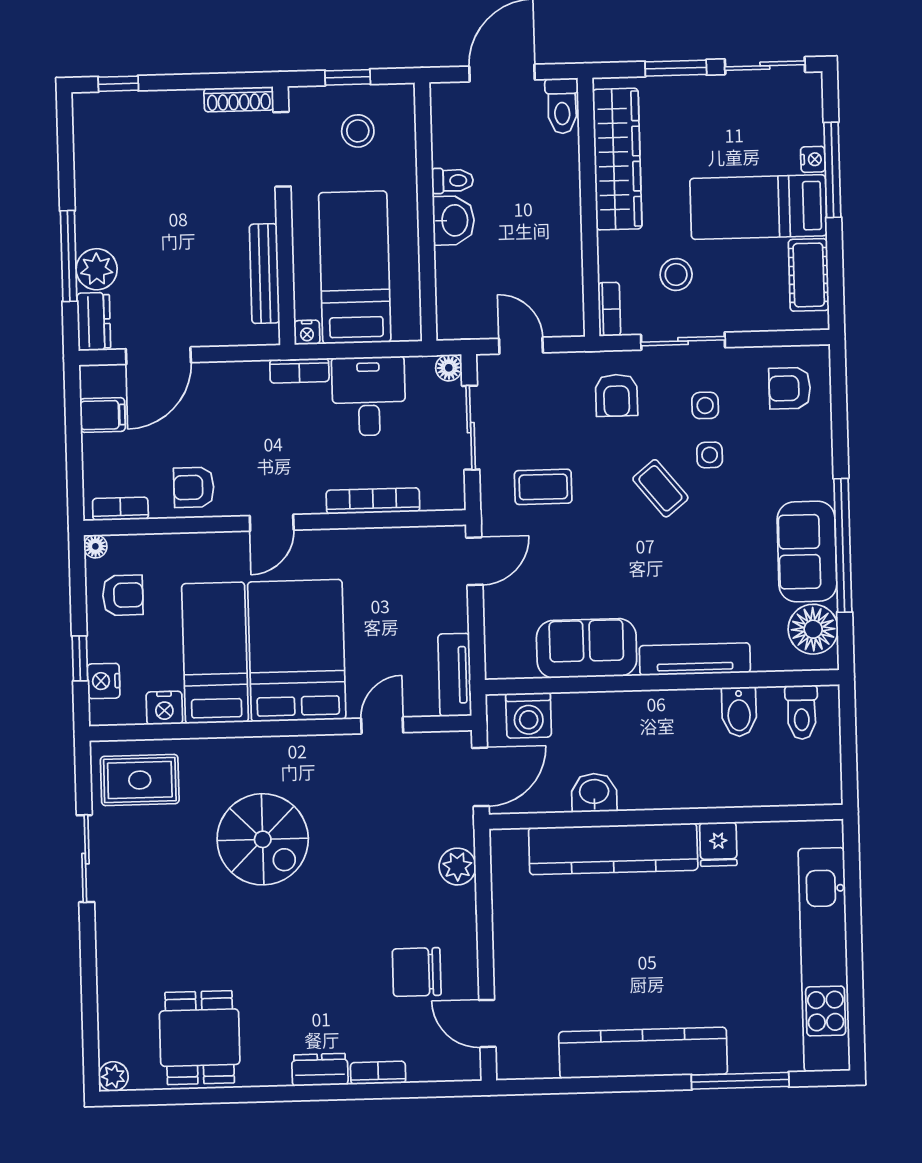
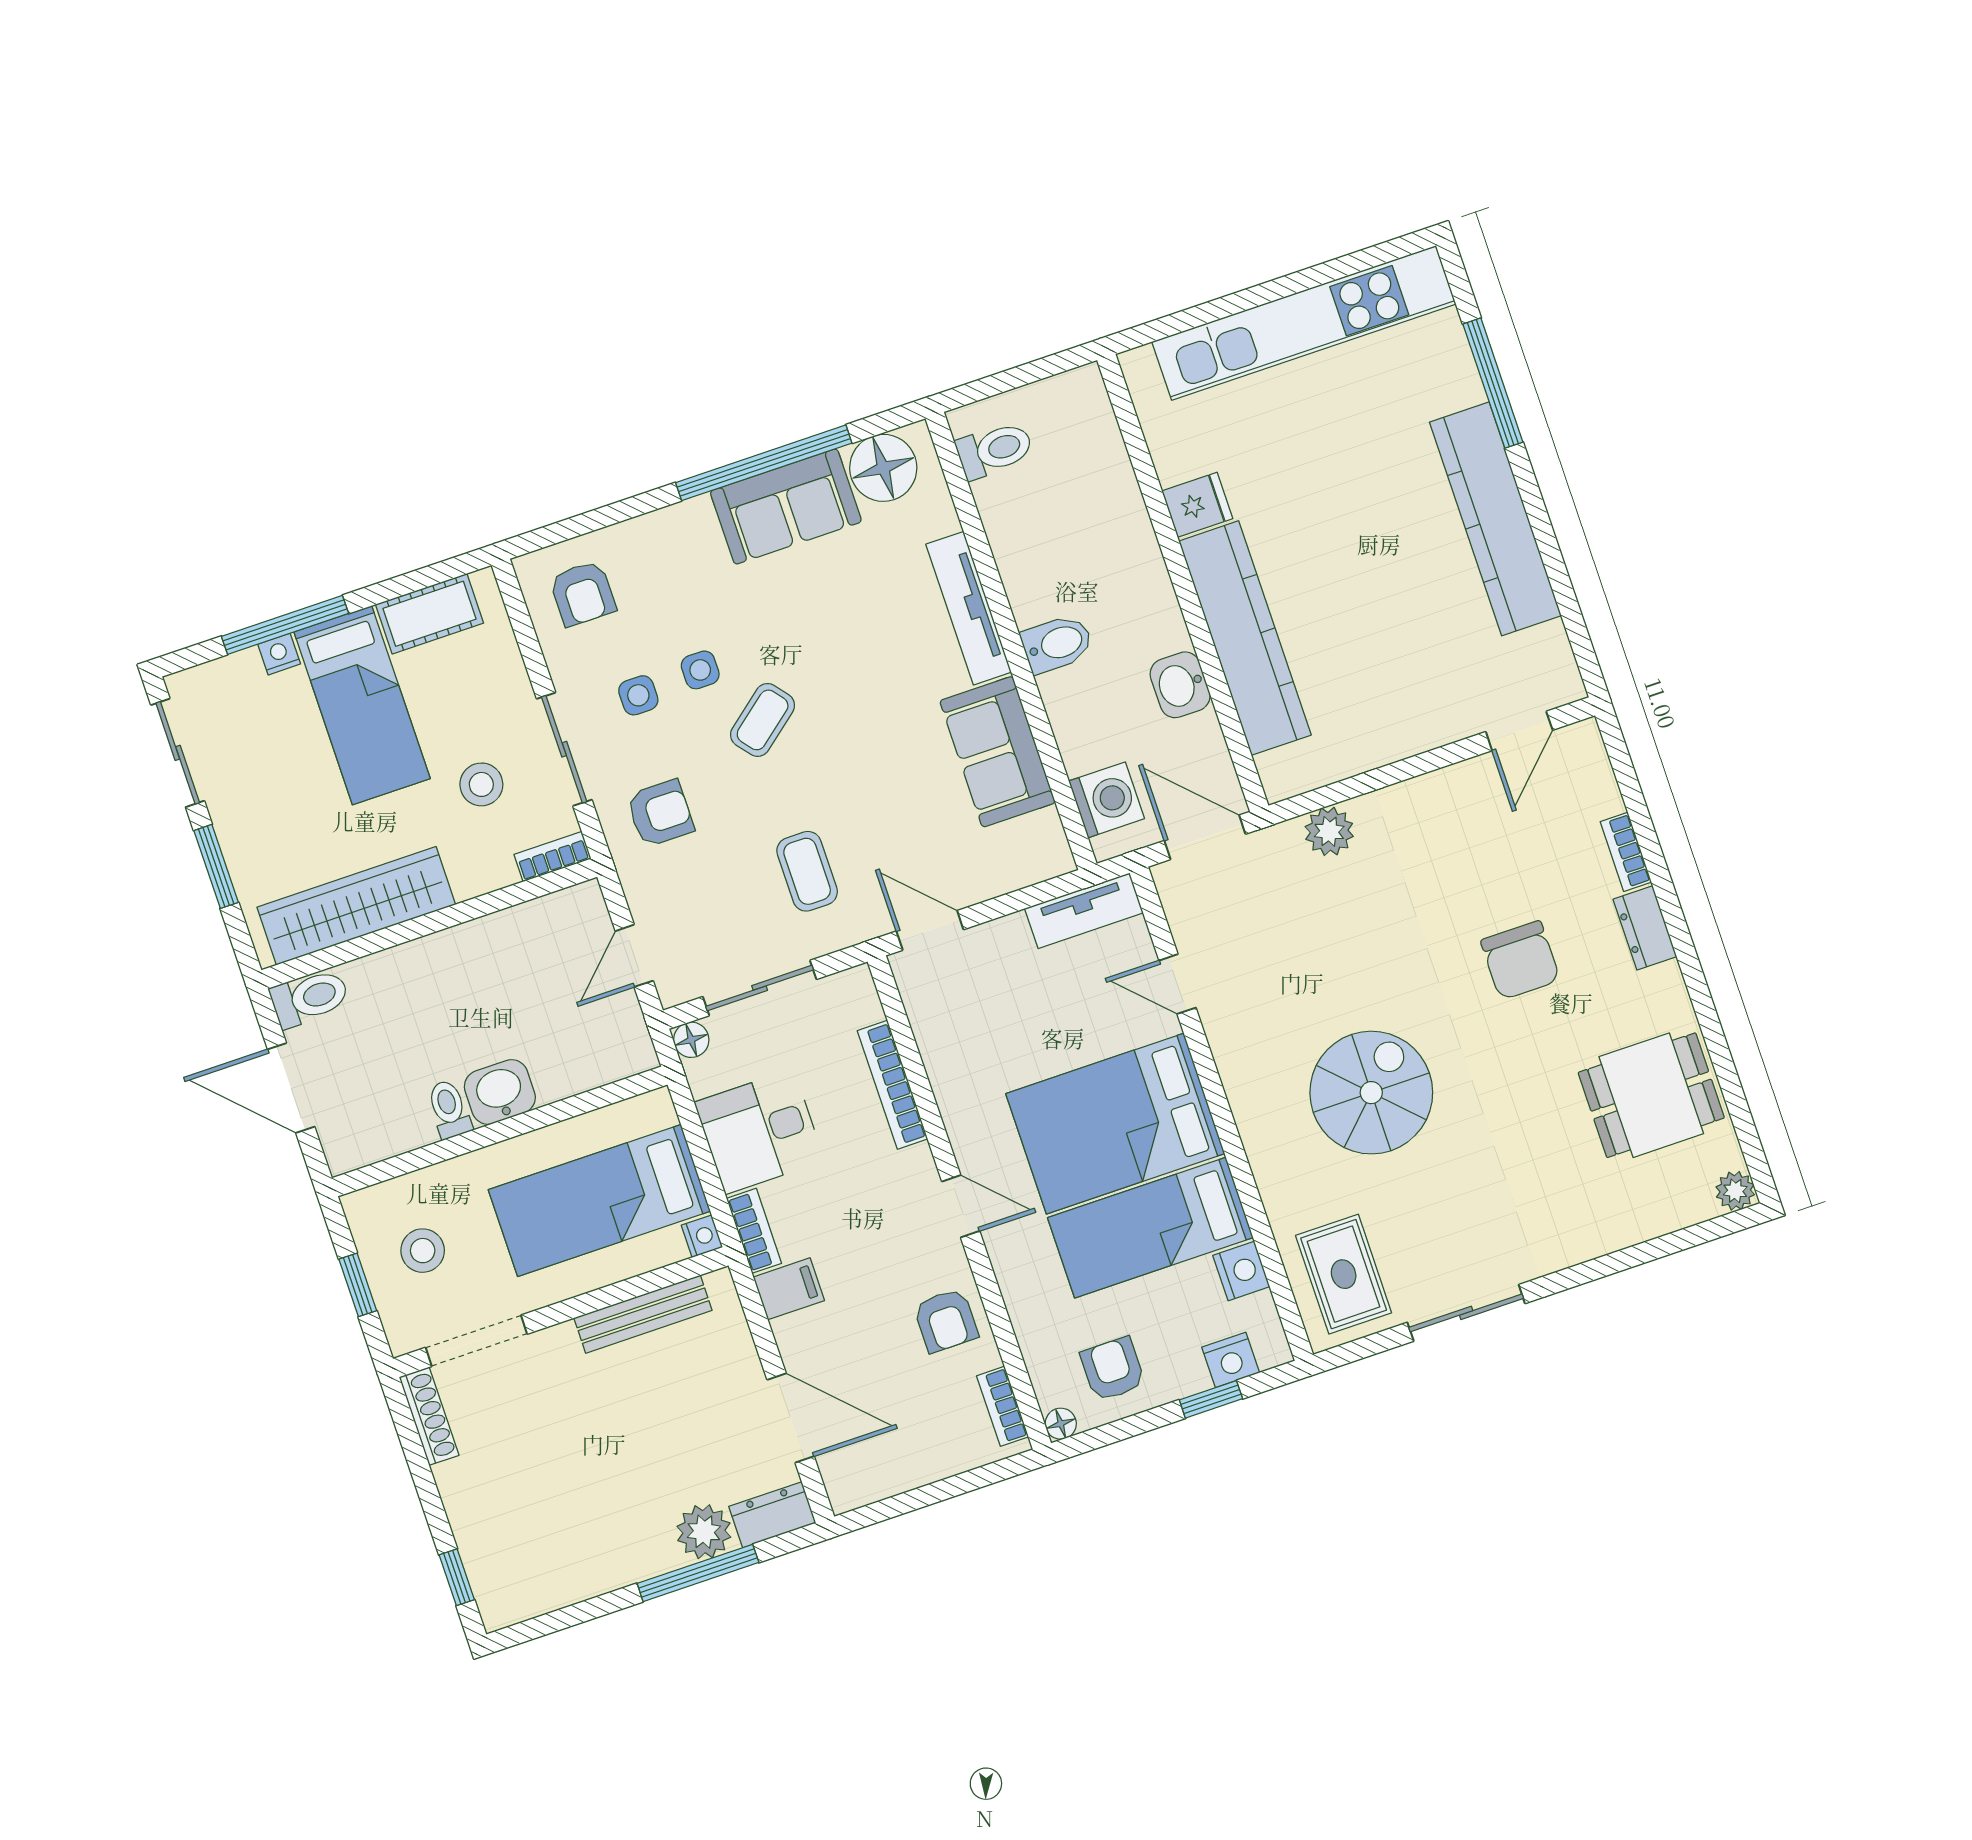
filing cabinet: (103, 415) -> (789, 1289), moved, turned 90
bidet: (739, 712) -> (1057, 644), moved
chair: (417, 972) -> (1520, 960), moved

